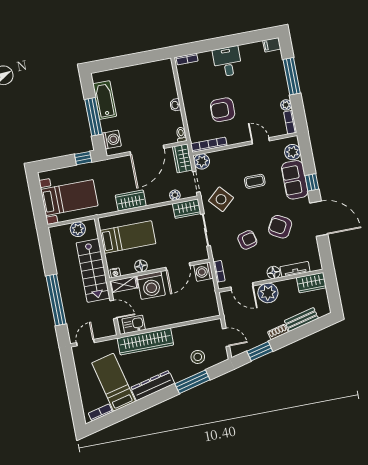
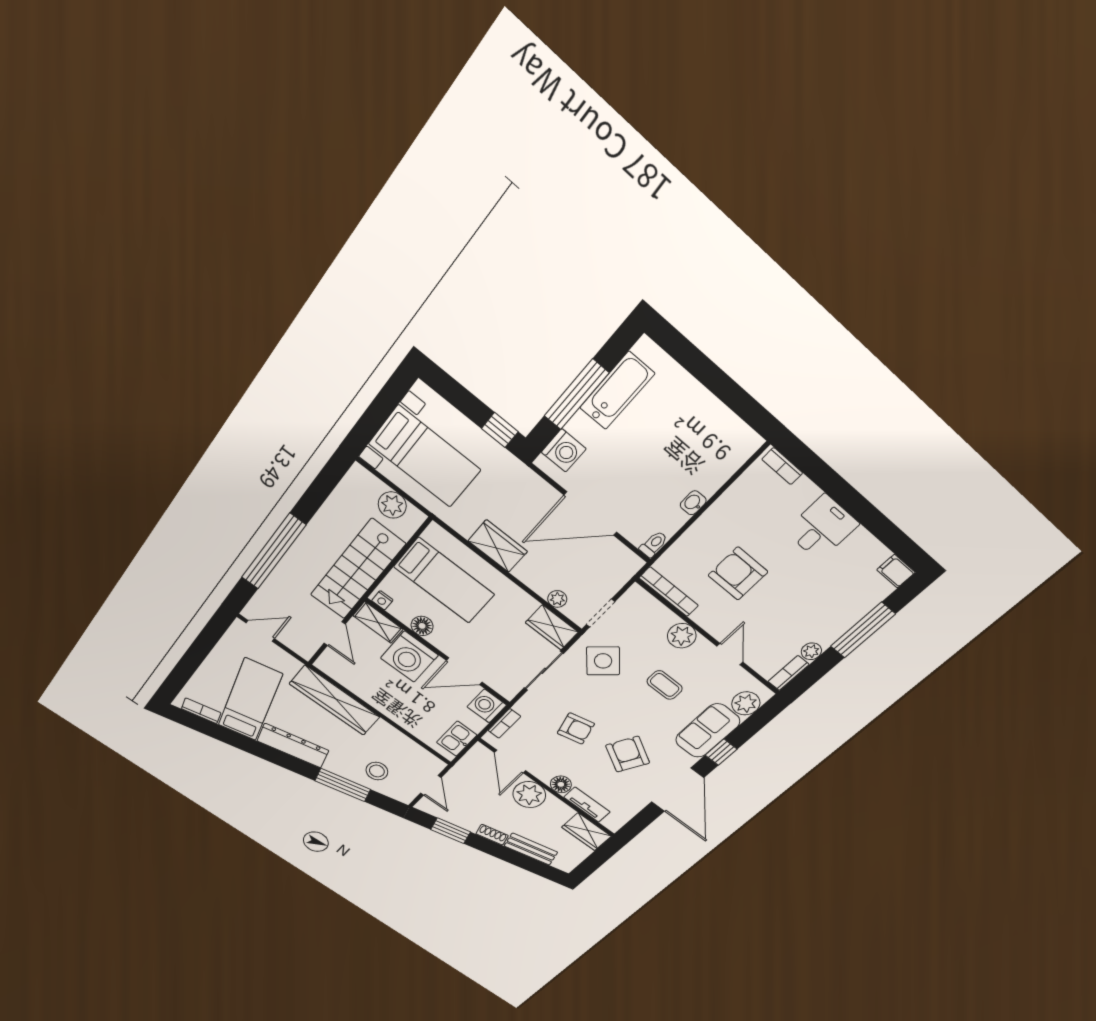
wardrobe: (182, 158) -> (619, 571), removed
plant: (202, 161) -> (682, 636), moved
kitchen sink: (134, 324) -> (457, 739), moved, turned -90

